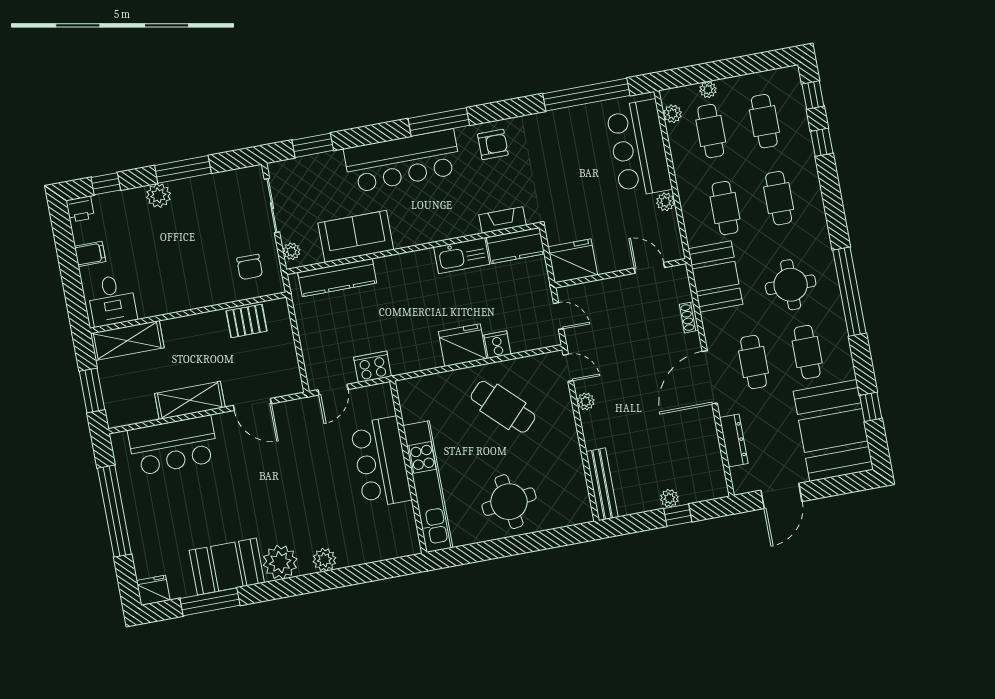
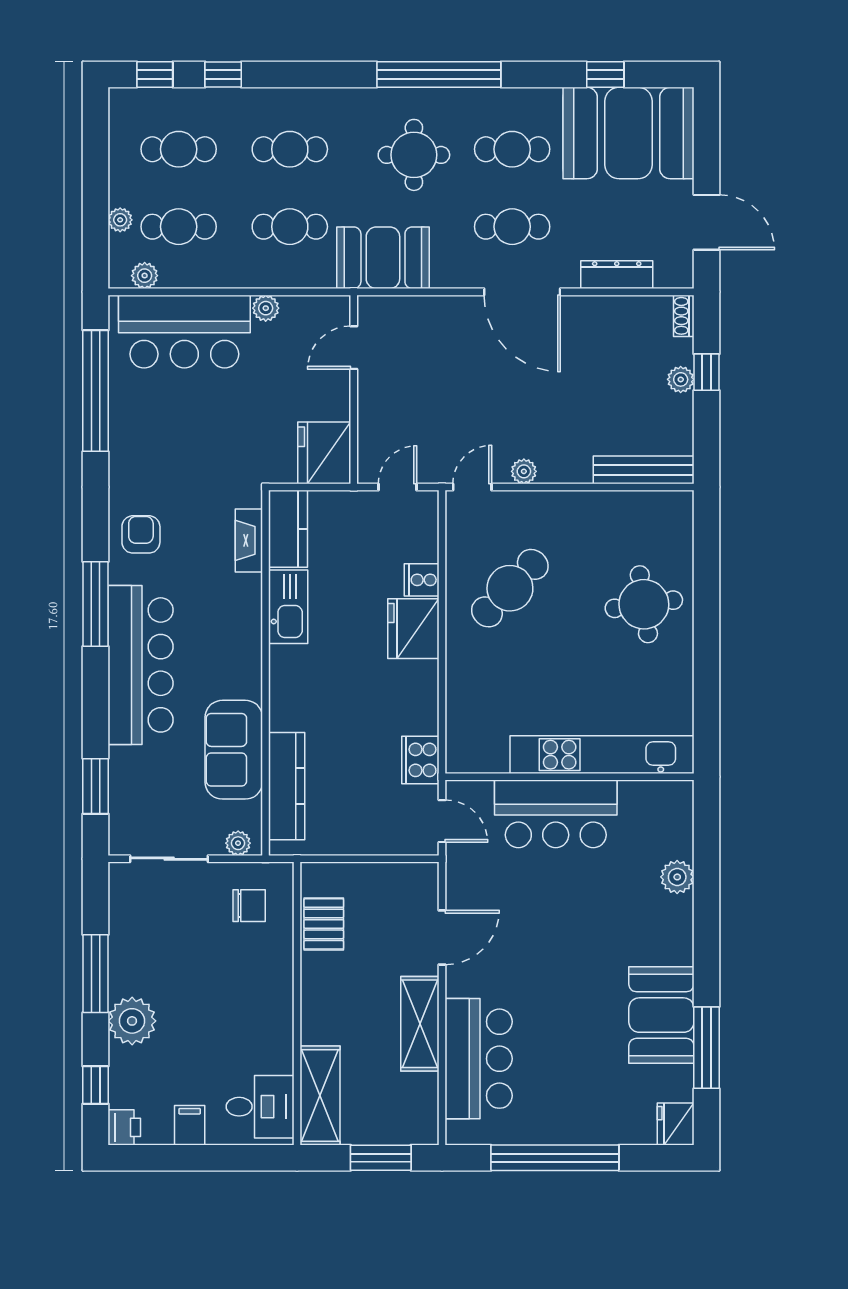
plant: (158, 195) -> (132, 1021), width x1.36, depth x1.36
shoe rack: (689, 317) -> (684, 316), moved, turned 90
bar counter: (381, 462) -> (556, 814), moved
wall: (408, 467) -> (569, 777), moved
kitchen unit: (428, 487) -> (602, 755), moved
plant: (280, 562) -> (669, 940), removed

